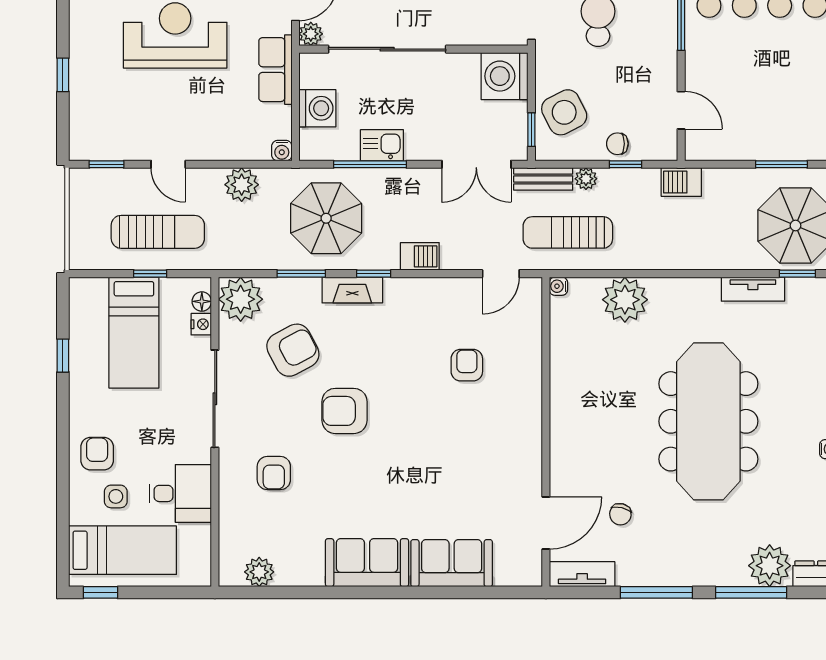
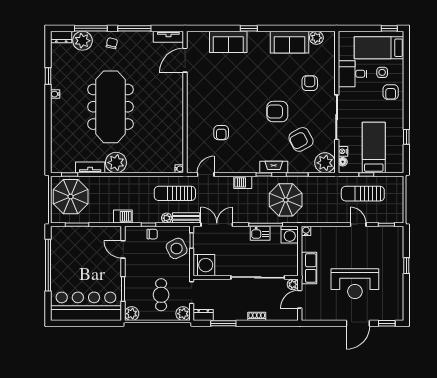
washing machine: (317, 108) -> (290, 235), moved, turned -90
plant: (242, 185) -> (324, 215), removed
sun lounger: (568, 232) -> (175, 193), turned 180
plant: (625, 300) -> (116, 163), moved
armchair: (344, 411) -> (277, 112), turned 180
chair: (620, 514) -> (112, 43), moved
sofa: (367, 563) -> (290, 42), moved
window: (407, 592) -> (249, 28), added

